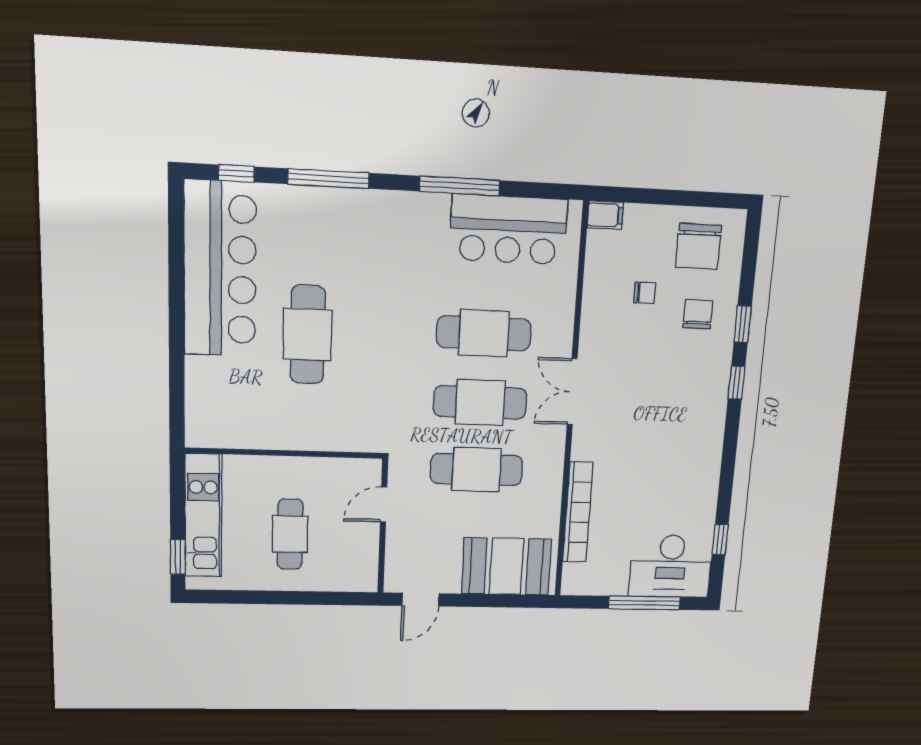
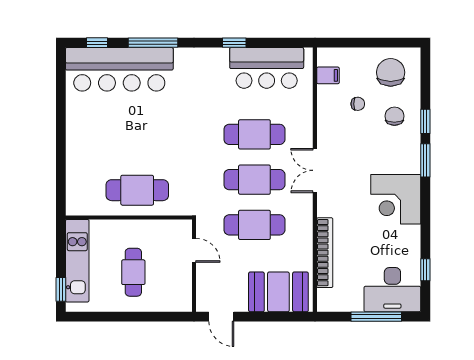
window: (460, 186) -> (234, 43), width x0.46
filing cabinet: (605, 215) -> (328, 75), moved
chair: (698, 246) -> (391, 72), turned 180
bar counter: (220, 269) -> (119, 69), moved, turned 90
cafe table: (308, 335) -> (137, 190), moved, turned 90
window: (737, 383) -> (425, 160), width x1.50
corner desk: (688, 438) -> (396, 199), added
door: (384, 504) -> (194, 250), swing flipped
door: (421, 600) -> (221, 317), hinge flipped

